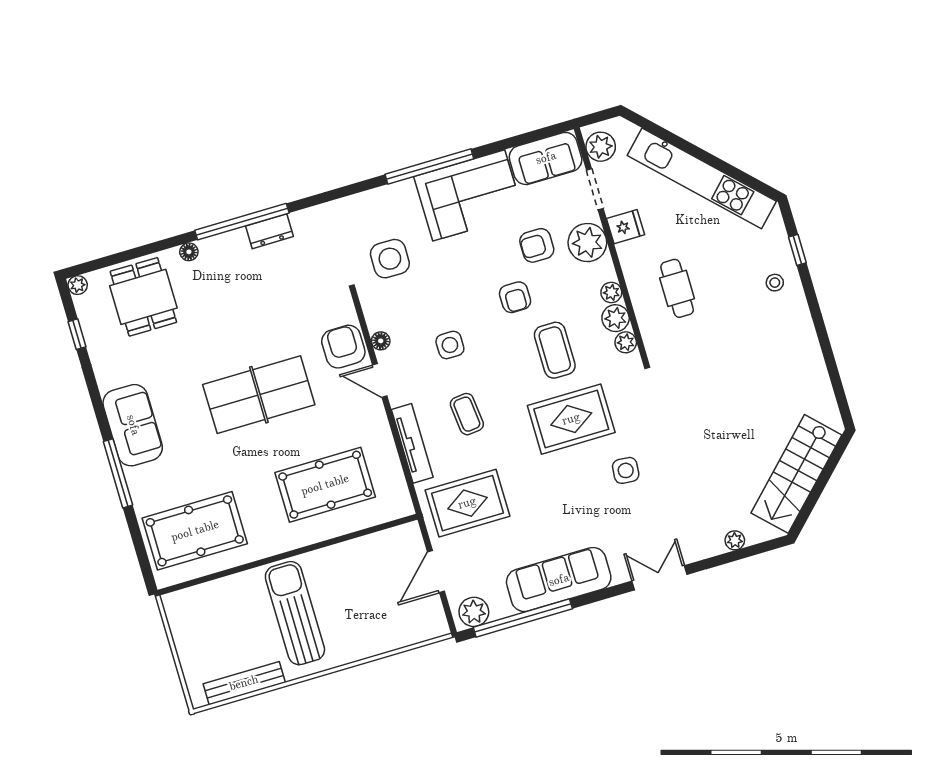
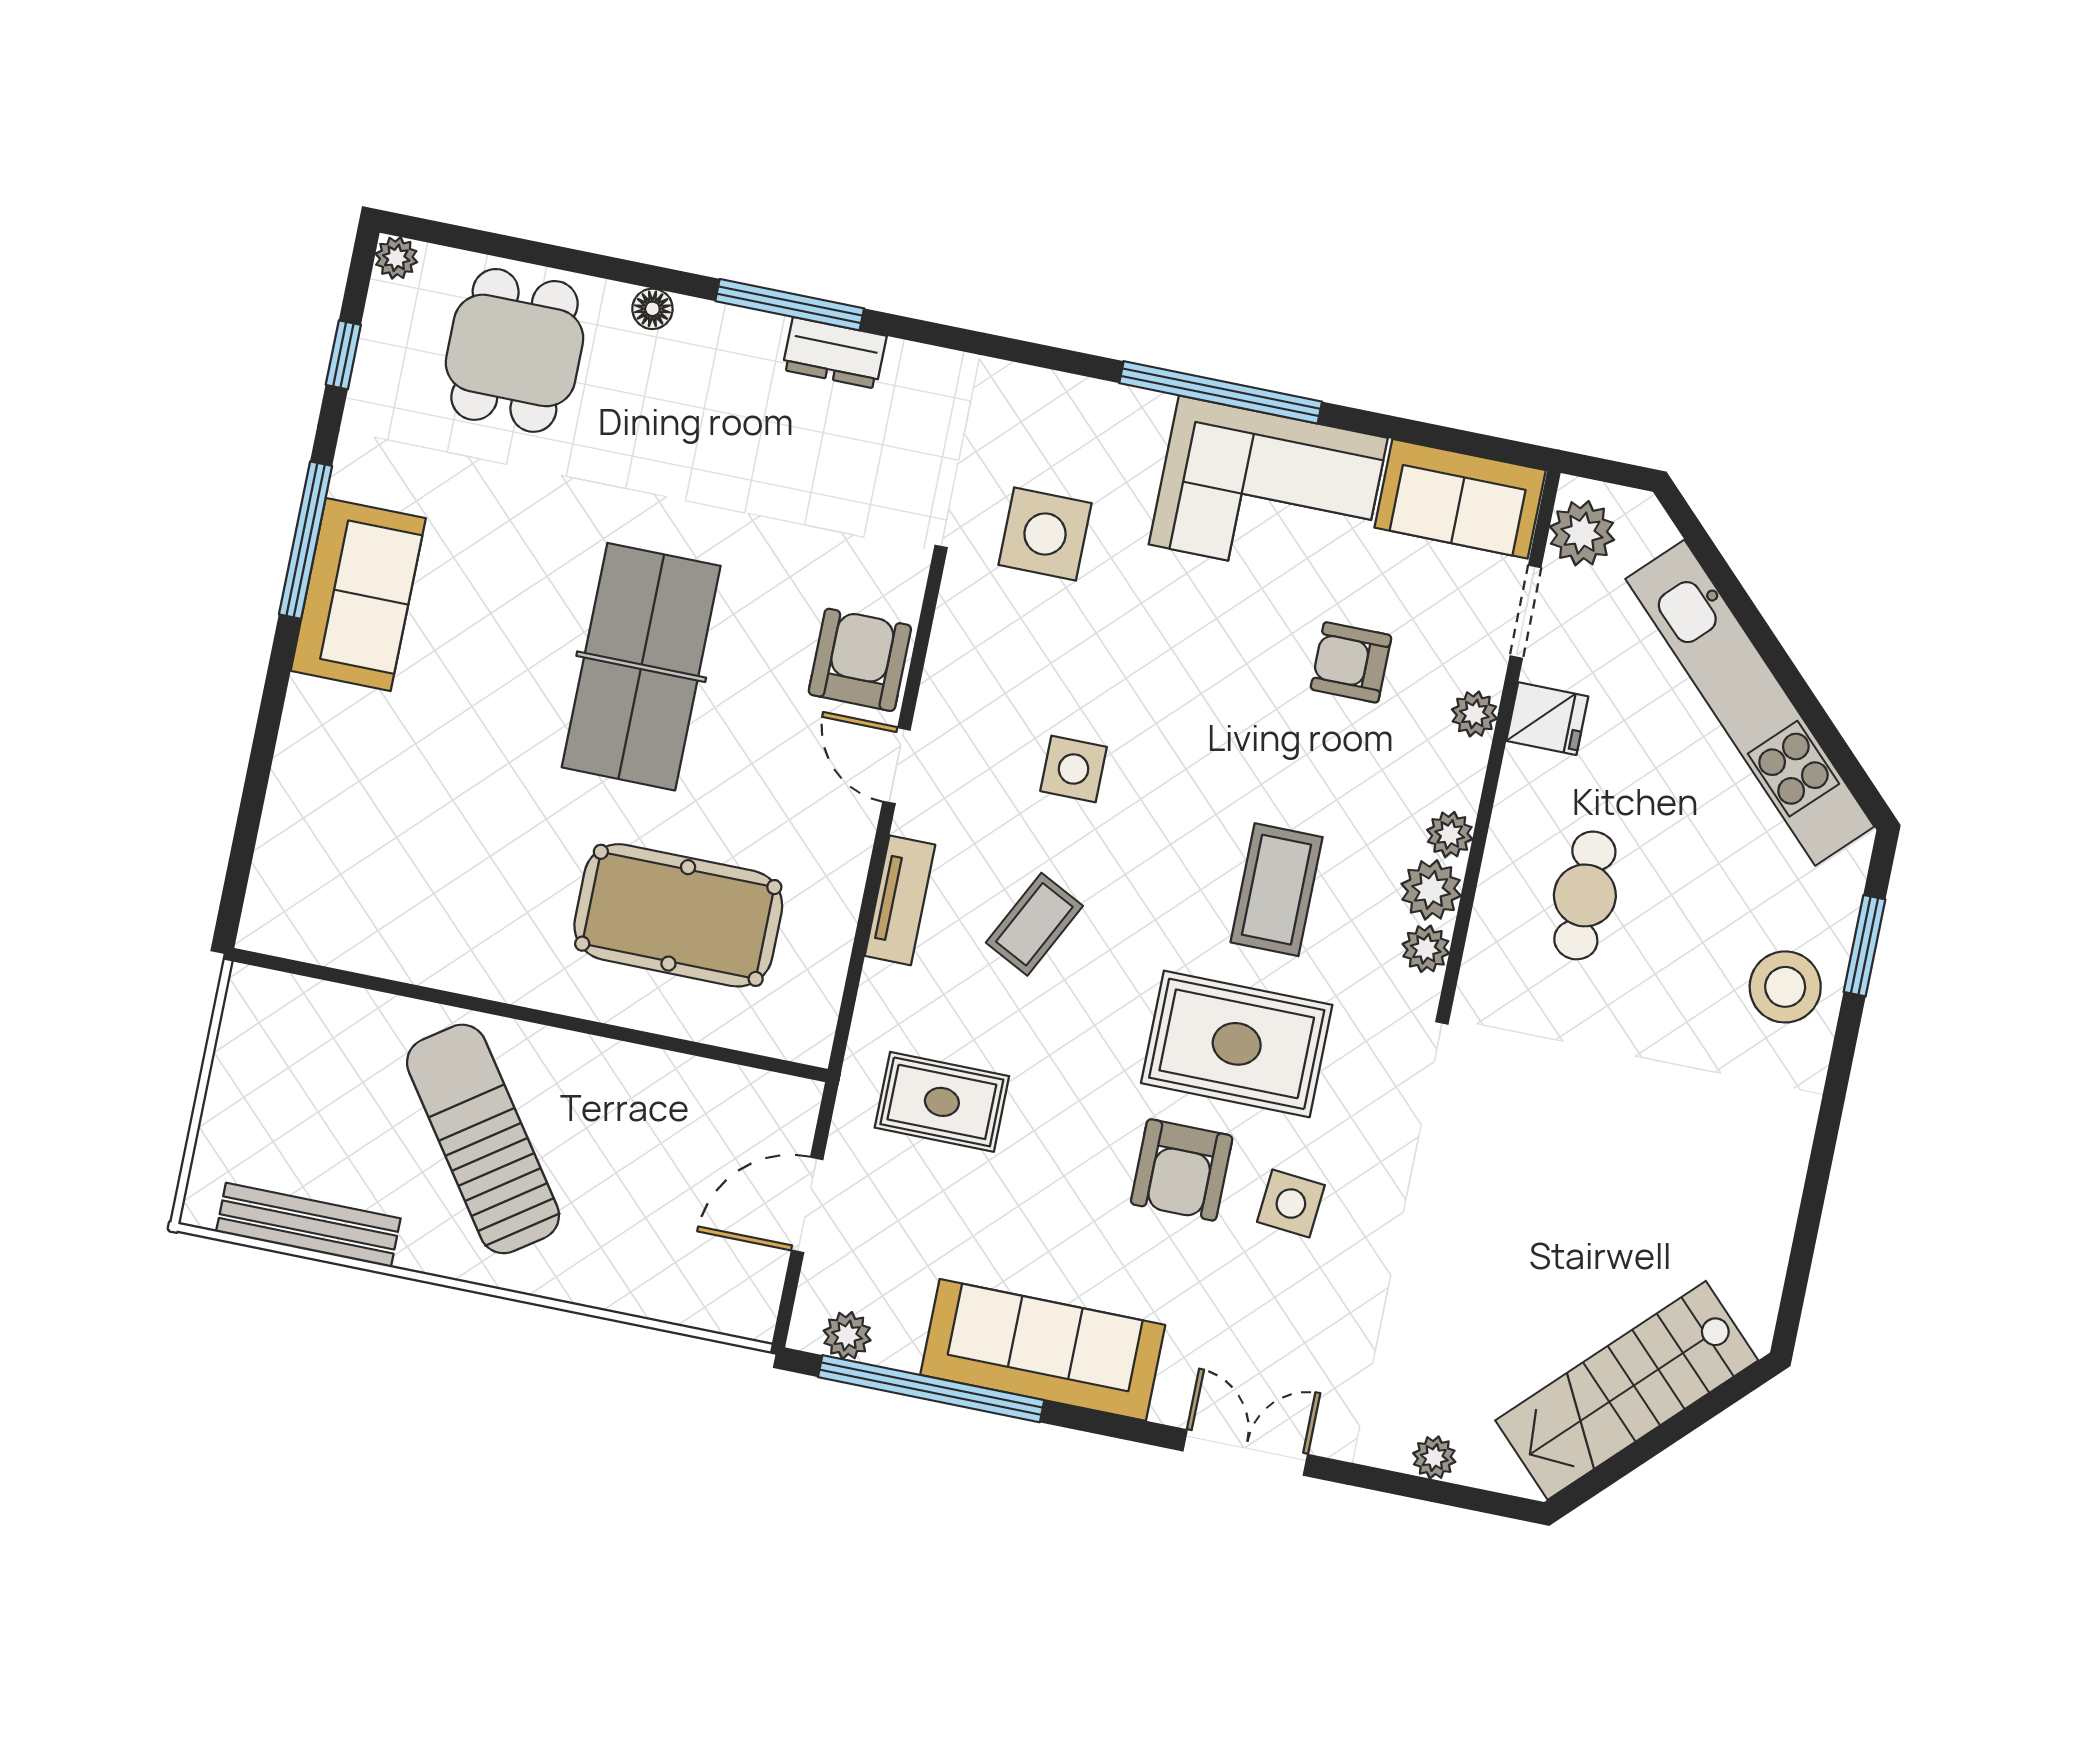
window: (242, 222) -> (790, 305), width x0.68
plant: (587, 243) -> (1474, 714), width x0.53, depth x0.53
window: (797, 250) -> (1865, 946), width x1.50
stool: (775, 283) -> (1785, 987), width x1.89, depth x1.89
armchair: (515, 297) -> (1182, 1170), moved, width x1.38, depth x1.38
floor lamp: (381, 341) -> (940, 688), removed
table tennis table: (259, 395) -> (641, 667), turned 90
coffee table: (467, 414) -> (1034, 924), turned 33
tv unit: (412, 443) -> (900, 900), width x0.71
window: (118, 473) -> (306, 540), moved
rug: (467, 503) -> (942, 1102), width x0.73, depth x0.70
pool table: (195, 531) -> (370, 870), removed
plant: (474, 612) -> (847, 1336), width x0.73, depth x0.73
sun lounger: (295, 613) -> (483, 1139), turned -35

